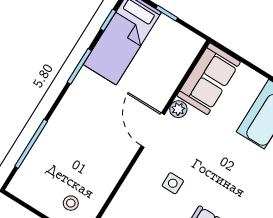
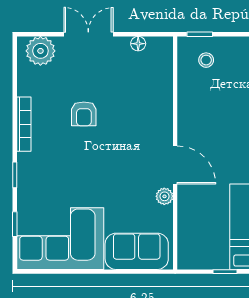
sofa: (209, 79) -> (137, 251), moved, turned 90
side table: (173, 183) -> (130, 131), removed

